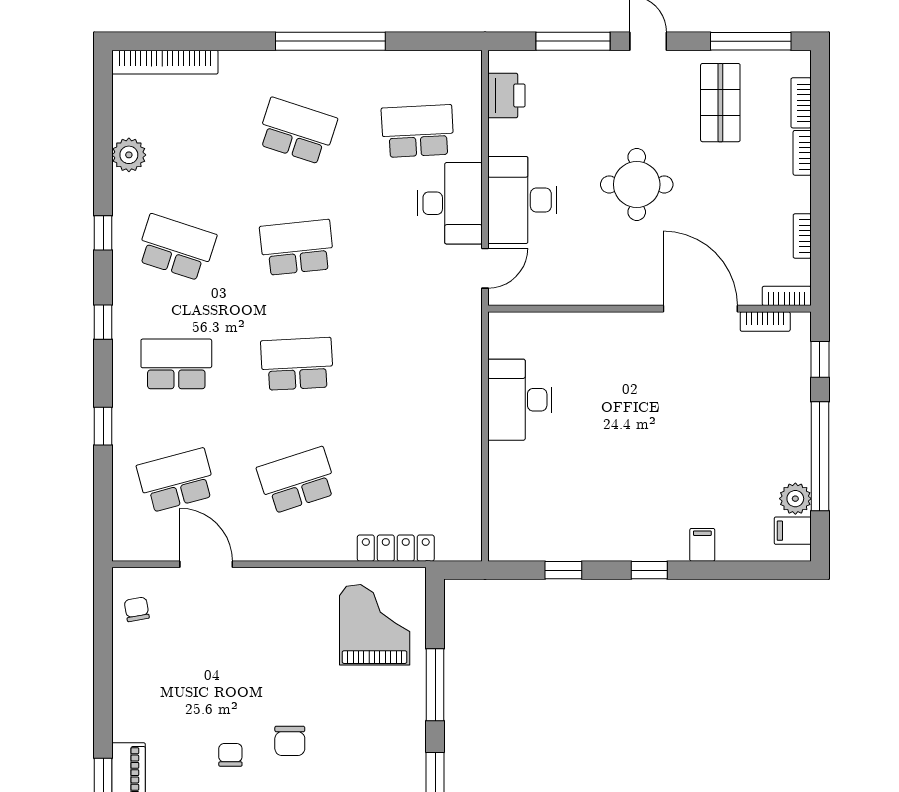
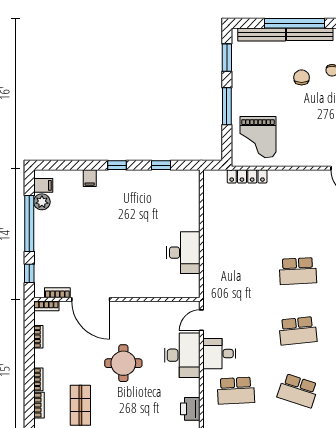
desk: (450, 203) -> (219, 354), width x0.73
school desk: (297, 480) -> (298, 211), removed

